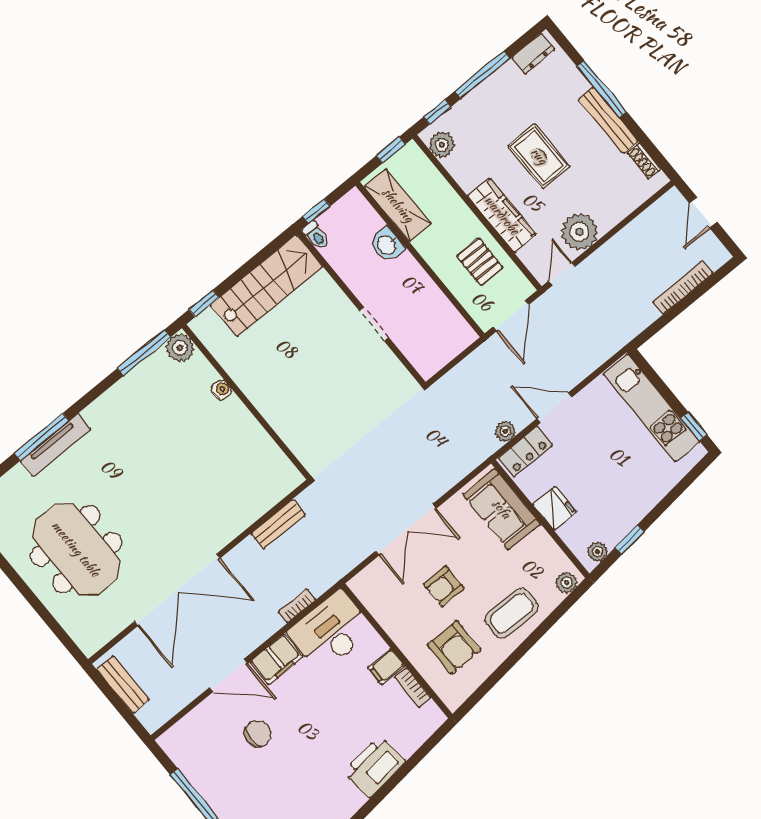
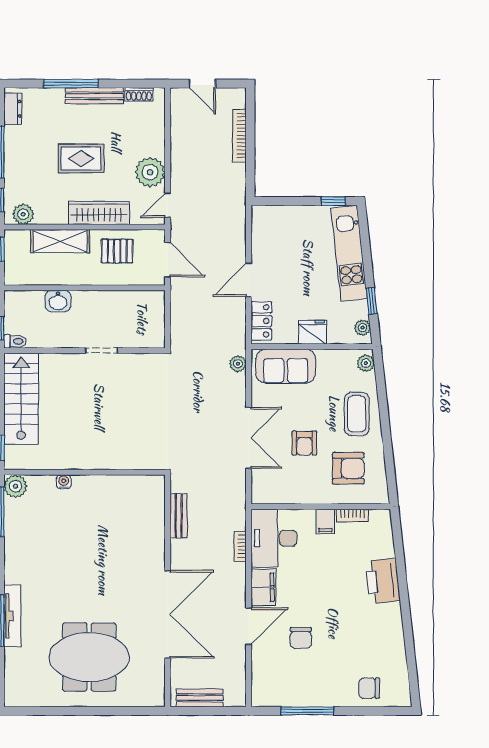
shelving: (398, 205) -> (60, 241), moved
door: (562, 274) -> (168, 205), hinge flipped
kitchen unit: (651, 408) -> (349, 253), moved, turned 84
plant: (505, 431) -> (238, 364), moved
chair: (258, 734) -> (301, 638), turned 180

